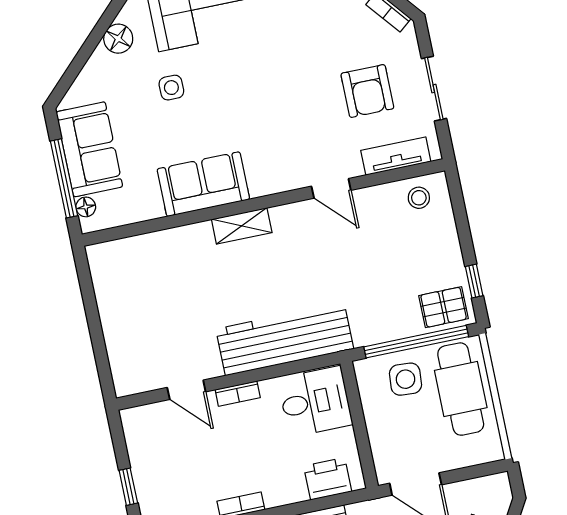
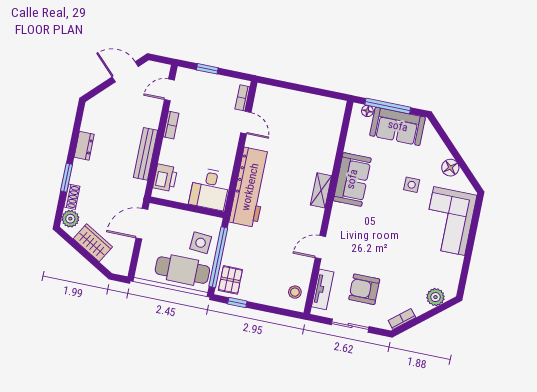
door: (186, 390) -> (246, 123), swing flipped
bookcase: (238, 394) -> (242, 98), moved

